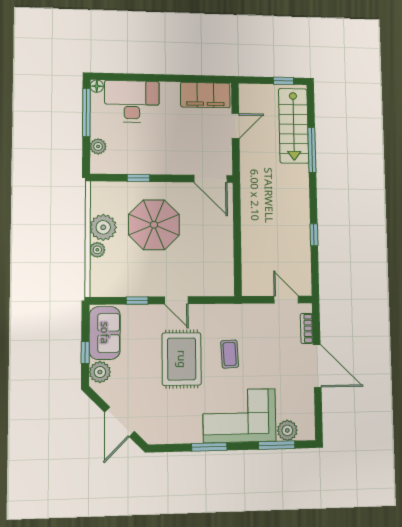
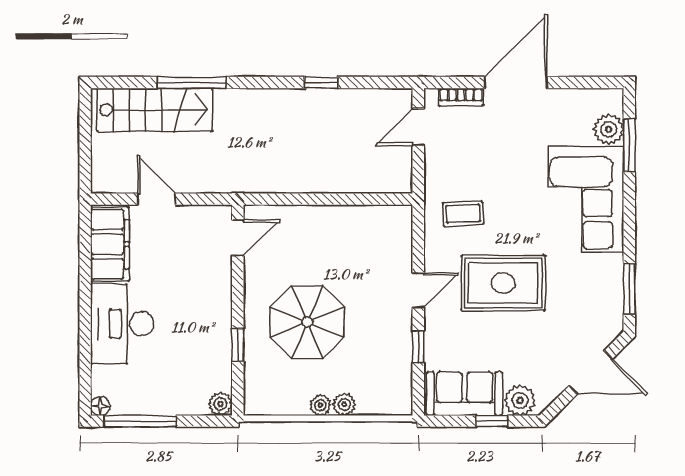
window: (283, 81) -> (85, 124), removed
desk: (132, 101) -> (122, 324), moved
plant: (98, 146) -> (220, 404), moved
door: (211, 179) -> (238, 238), width x0.73
plant: (103, 227) -> (320, 405), width x0.53, depth x0.53
coffee table: (230, 354) -> (463, 214), moved
window: (209, 447) -> (629, 289), moved

